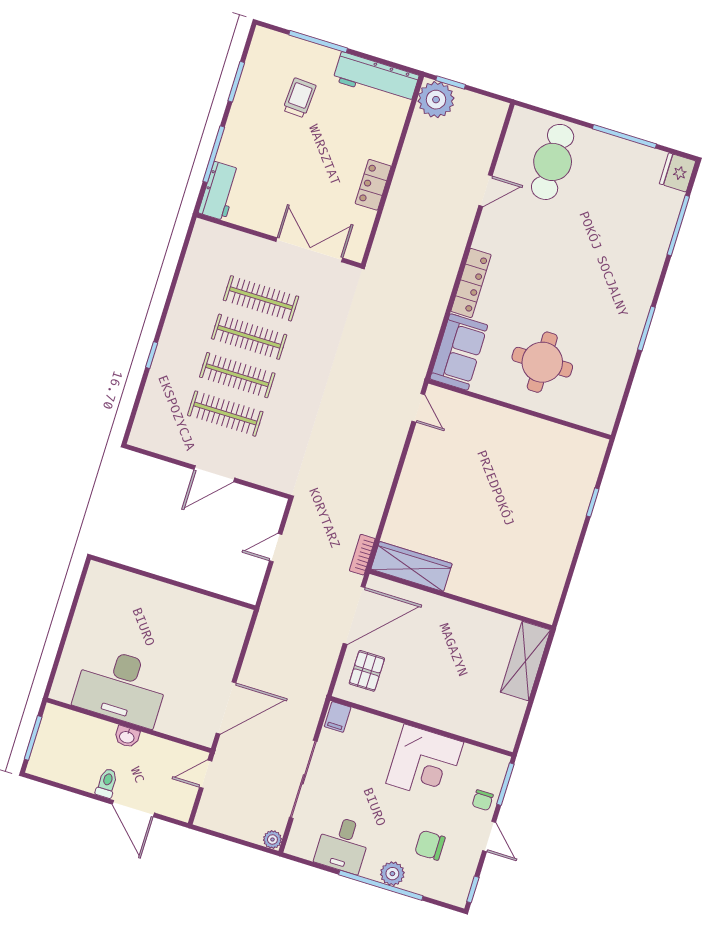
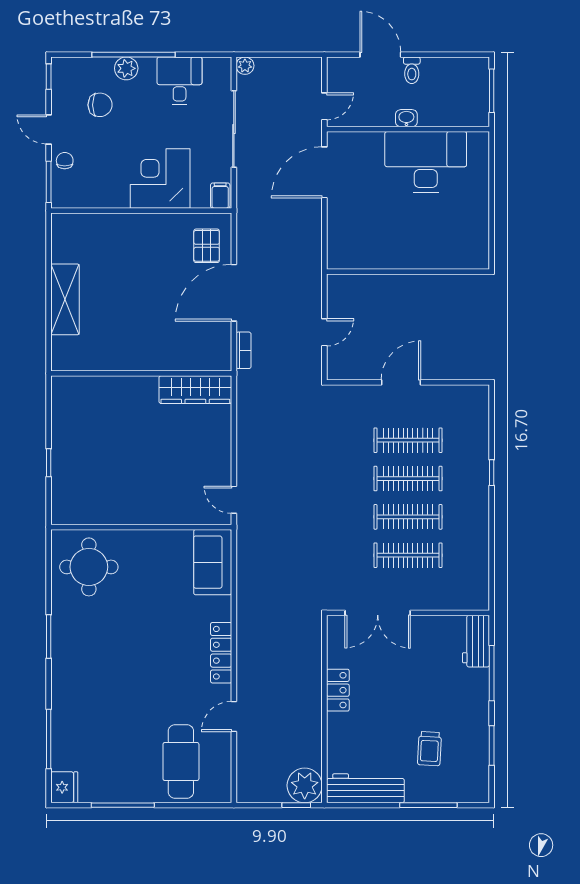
locker: (471, 283) -> (221, 653), moved
round table: (542, 362) -> (89, 567), moved
wardrobe: (411, 566) -> (195, 390), moved
wall: (461, 600) -> (141, 373), moved
corner desk: (425, 763) -> (160, 178), moved

